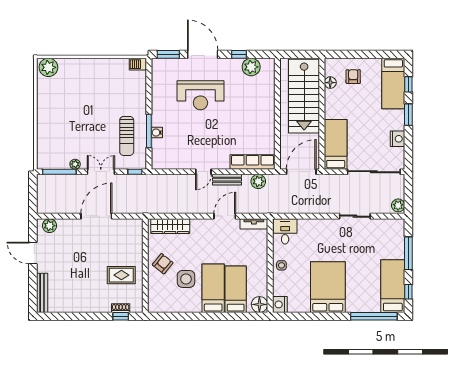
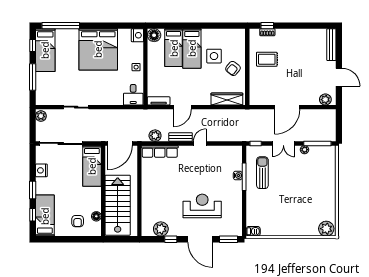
bed: (328, 287) -> (98, 49), width x1.36

